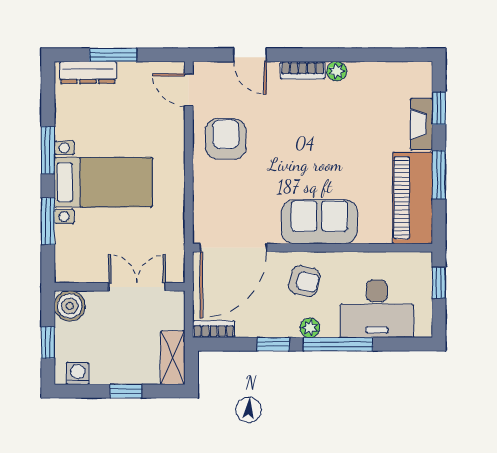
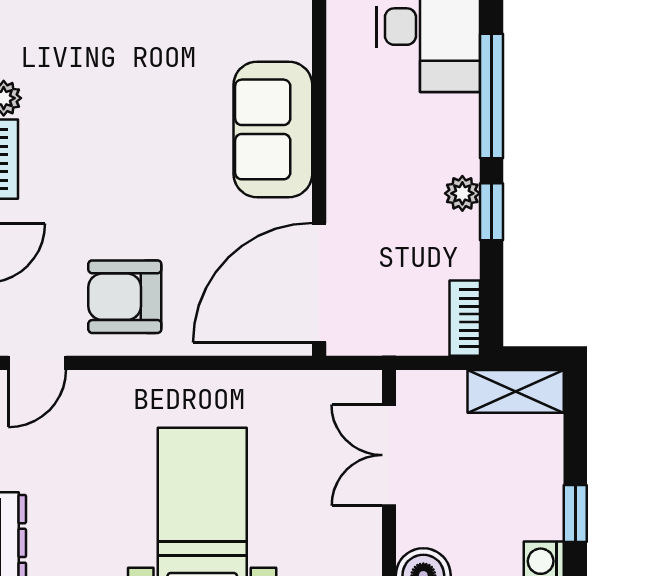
door: (234, 248) -> (319, 283), swing flipped
armchair: (304, 281) -> (379, 156), removed
plant: (310, 328) -> (462, 193), moved
window: (126, 391) -> (575, 514), moved

